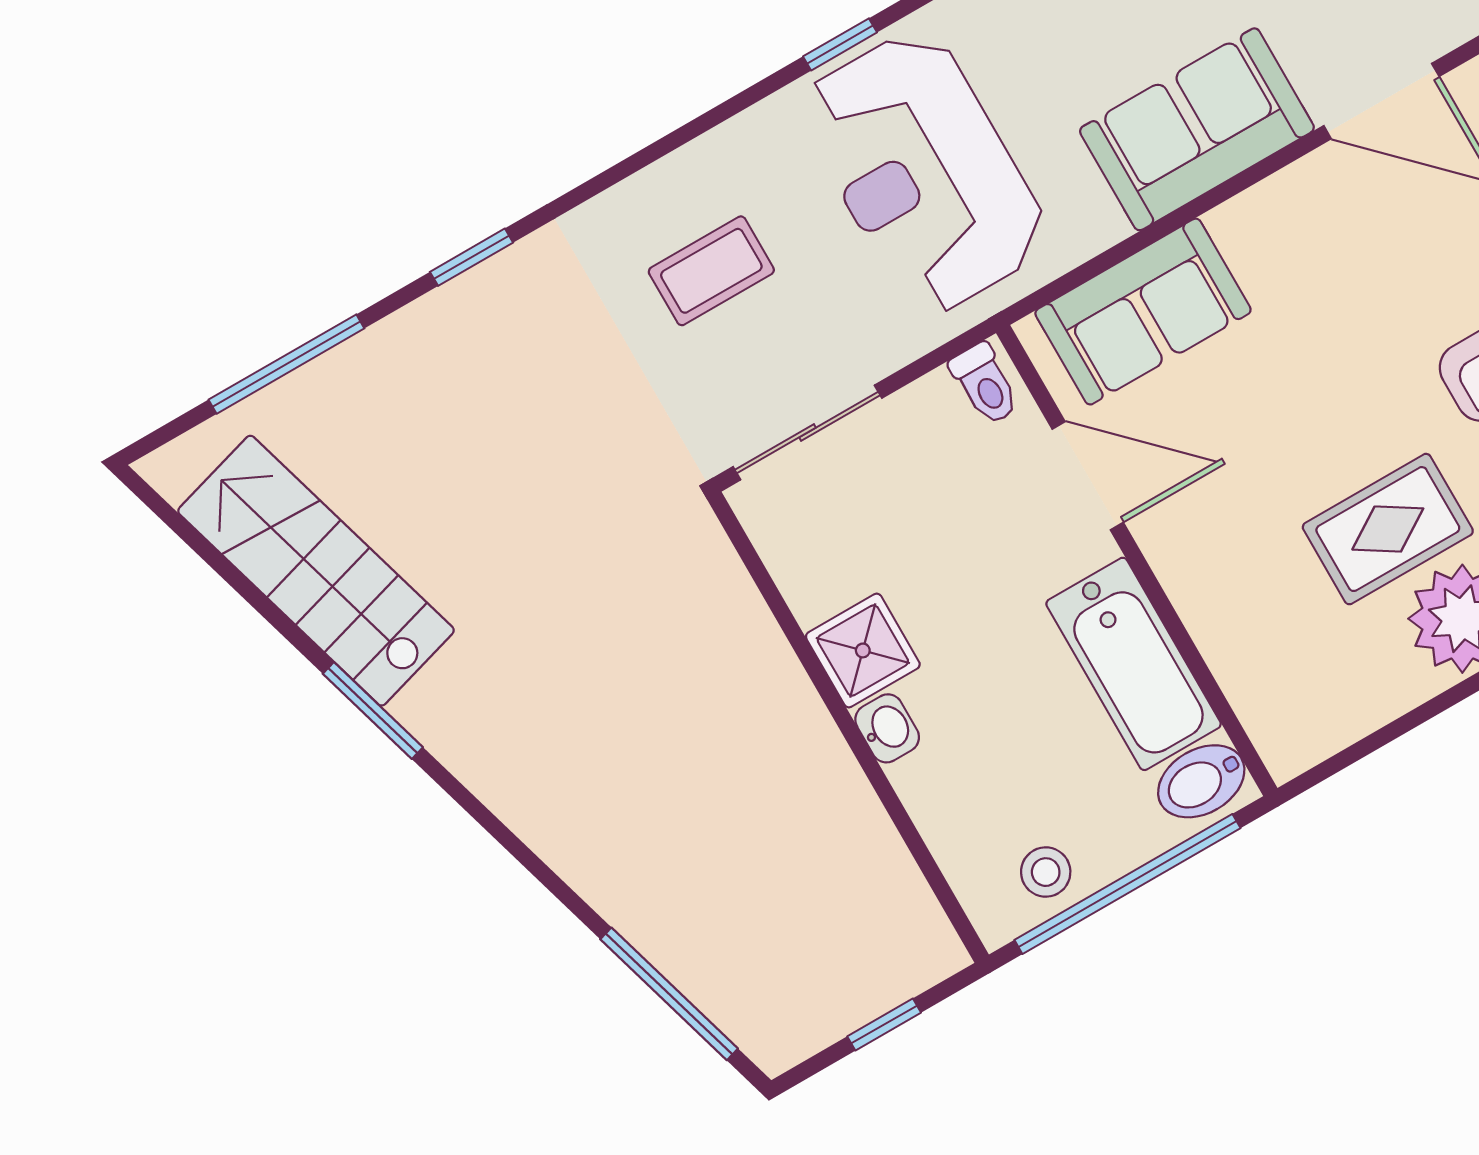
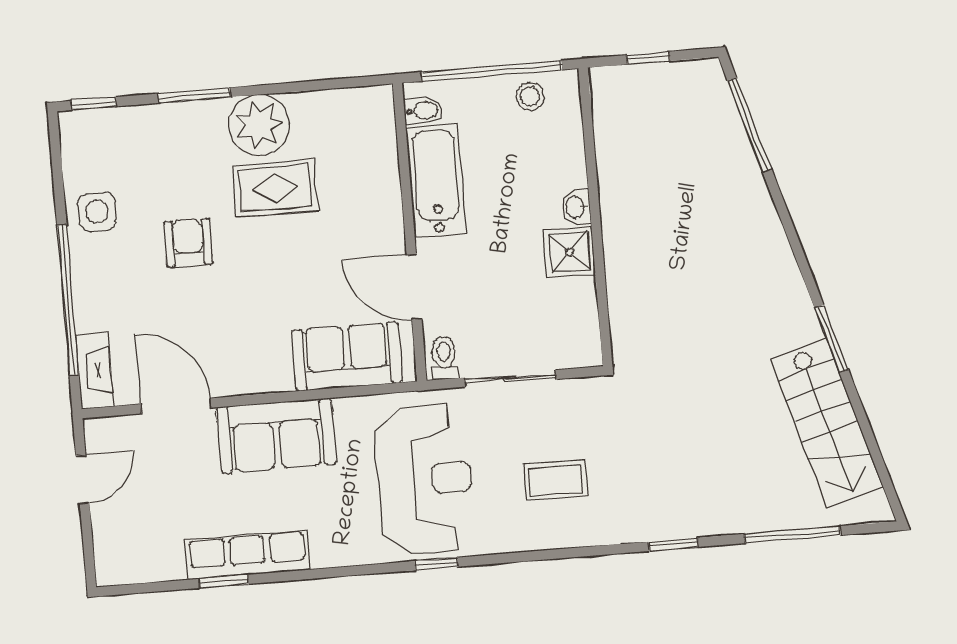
sliding door: (808, 432) -> (510, 378), moved
bidet: (1201, 781) -> (423, 111), width x0.72, depth x0.74

